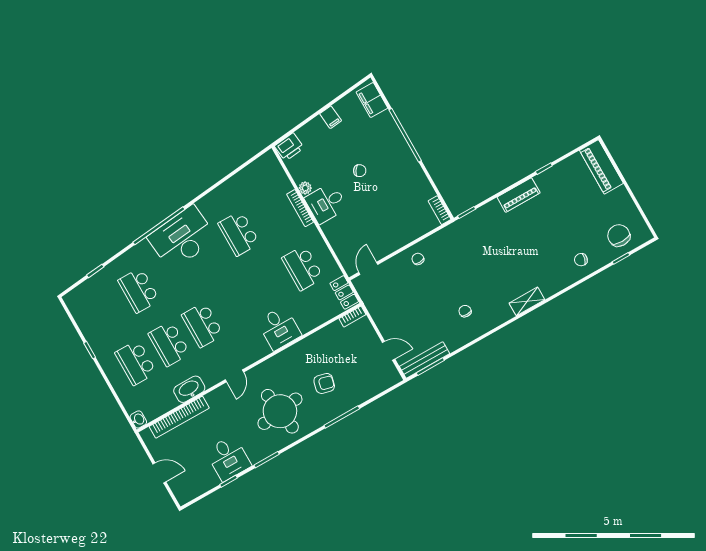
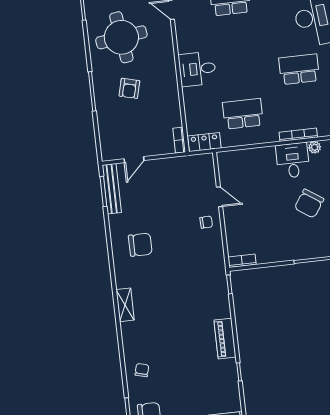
chair: (360, 171) -> (309, 204), width x1.87, depth x1.87
door: (368, 268) -> (220, 197), moved
chair: (465, 311) -> (140, 245), width x1.87, depth x1.87

